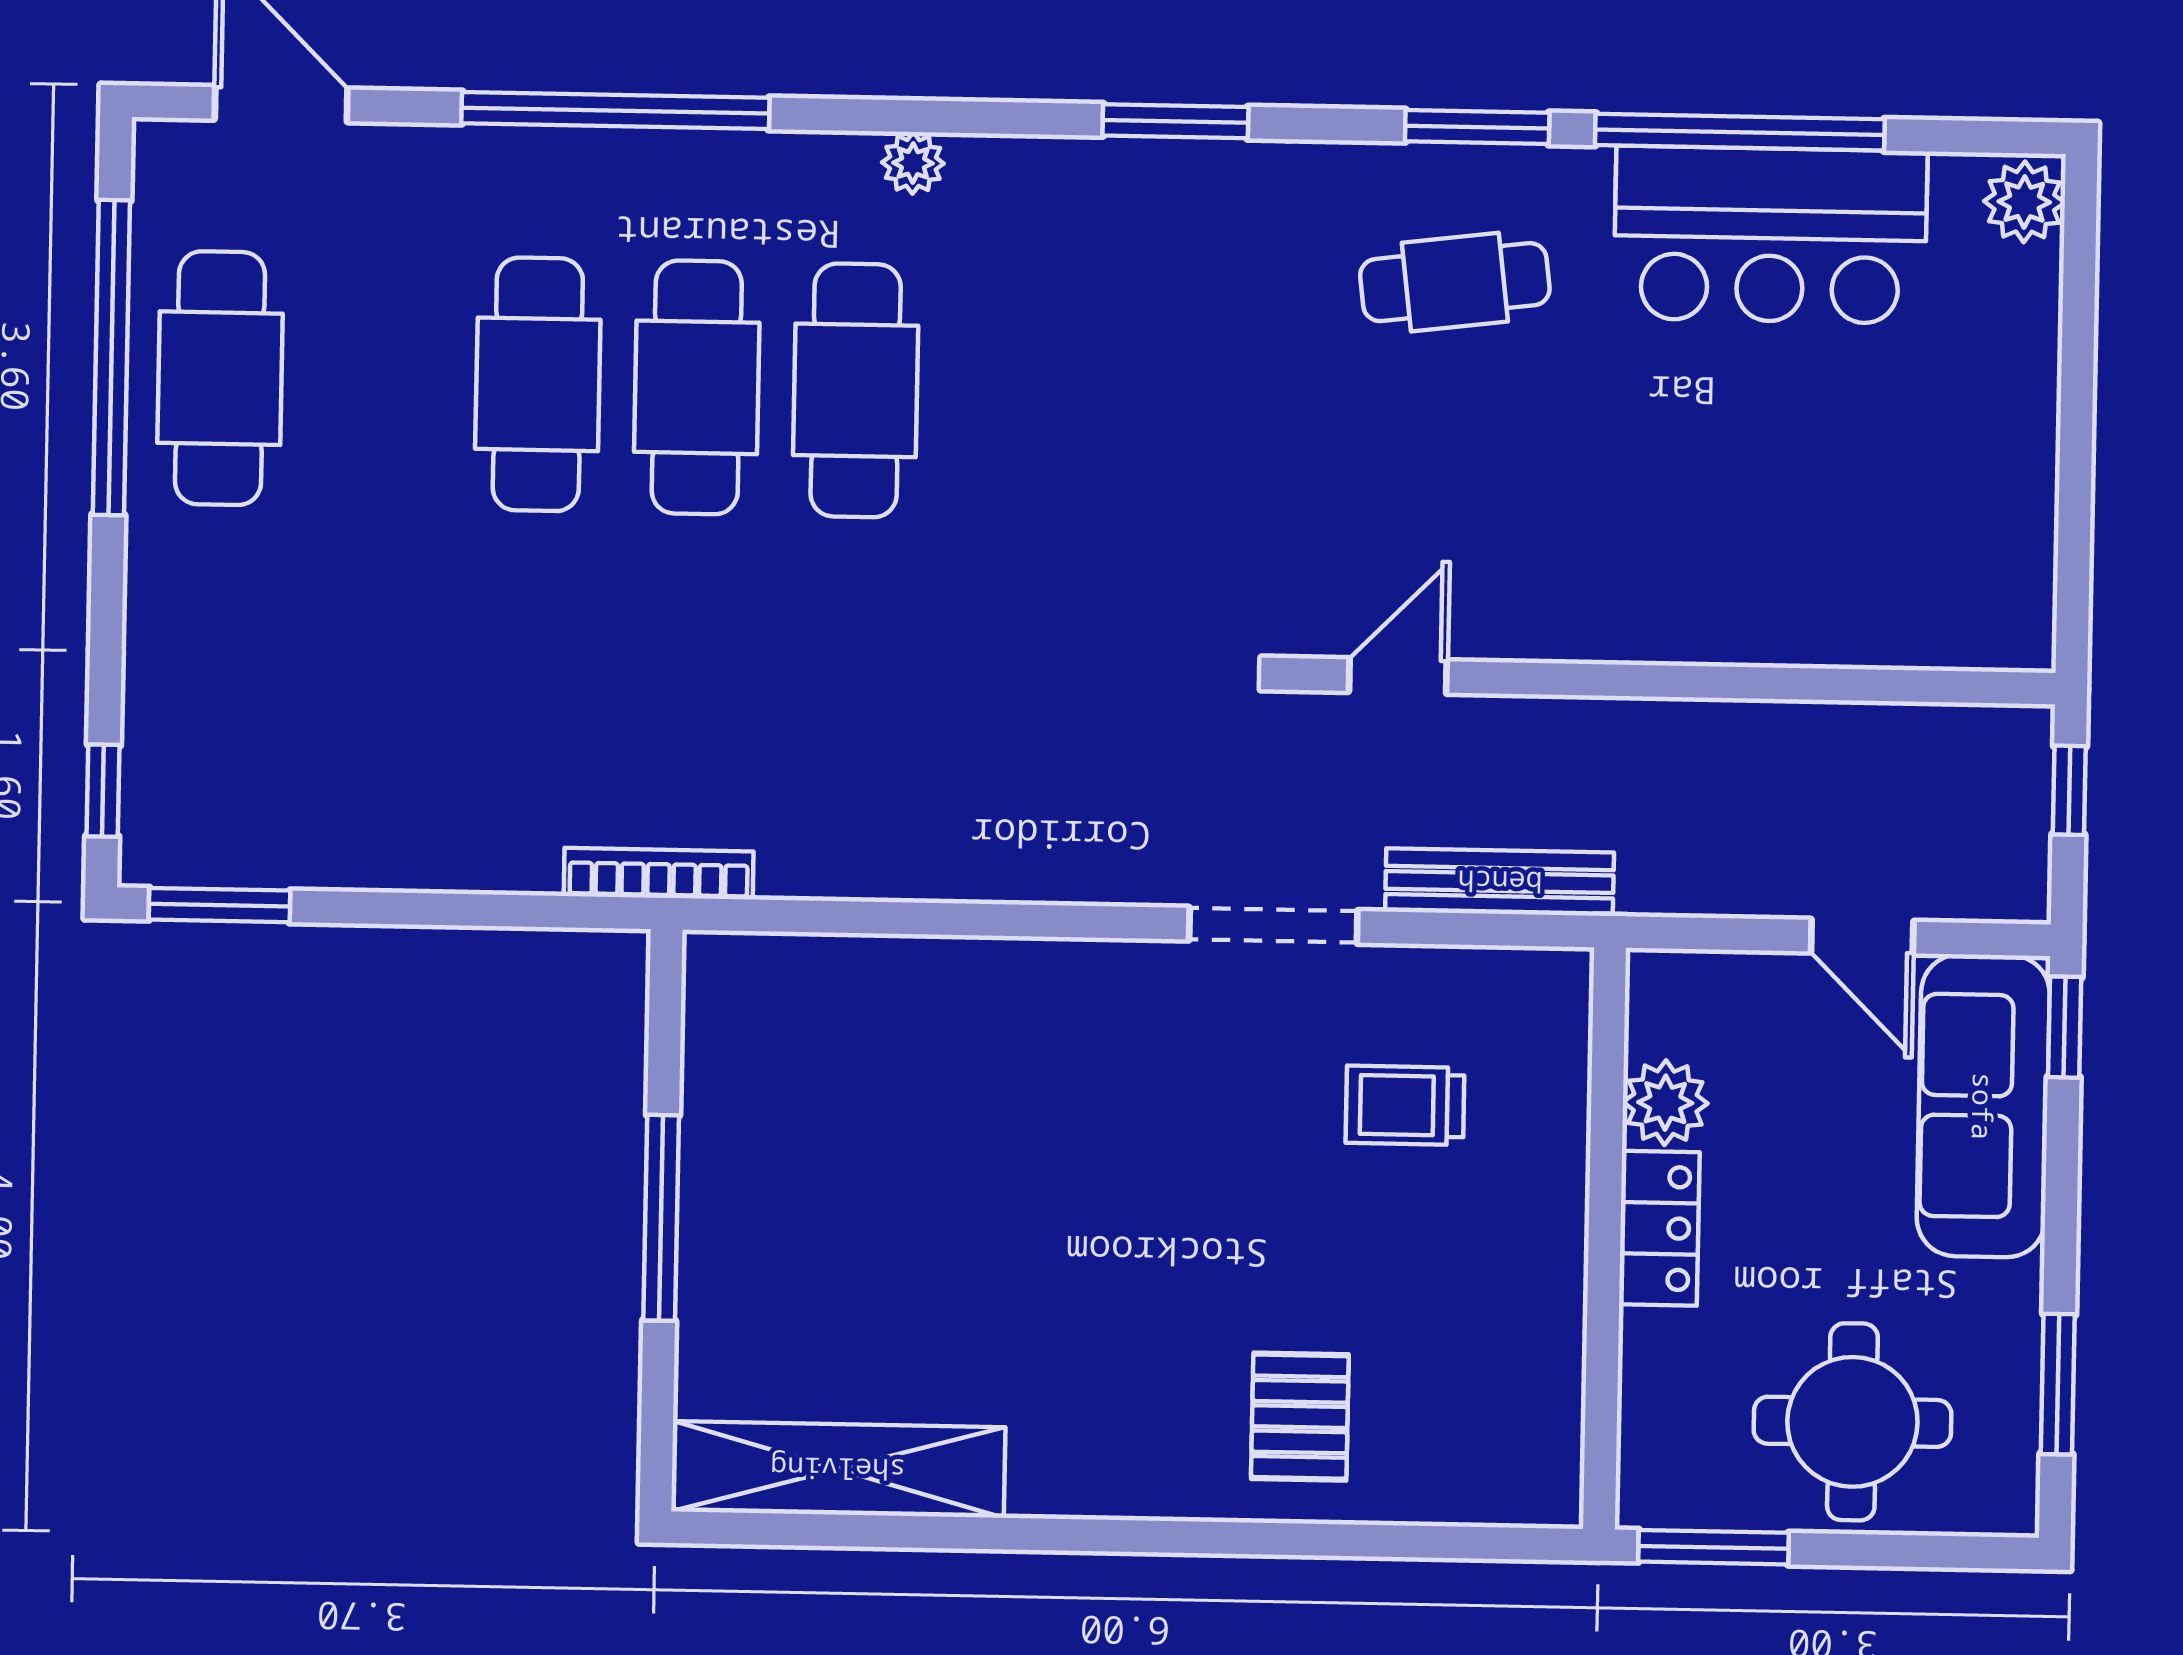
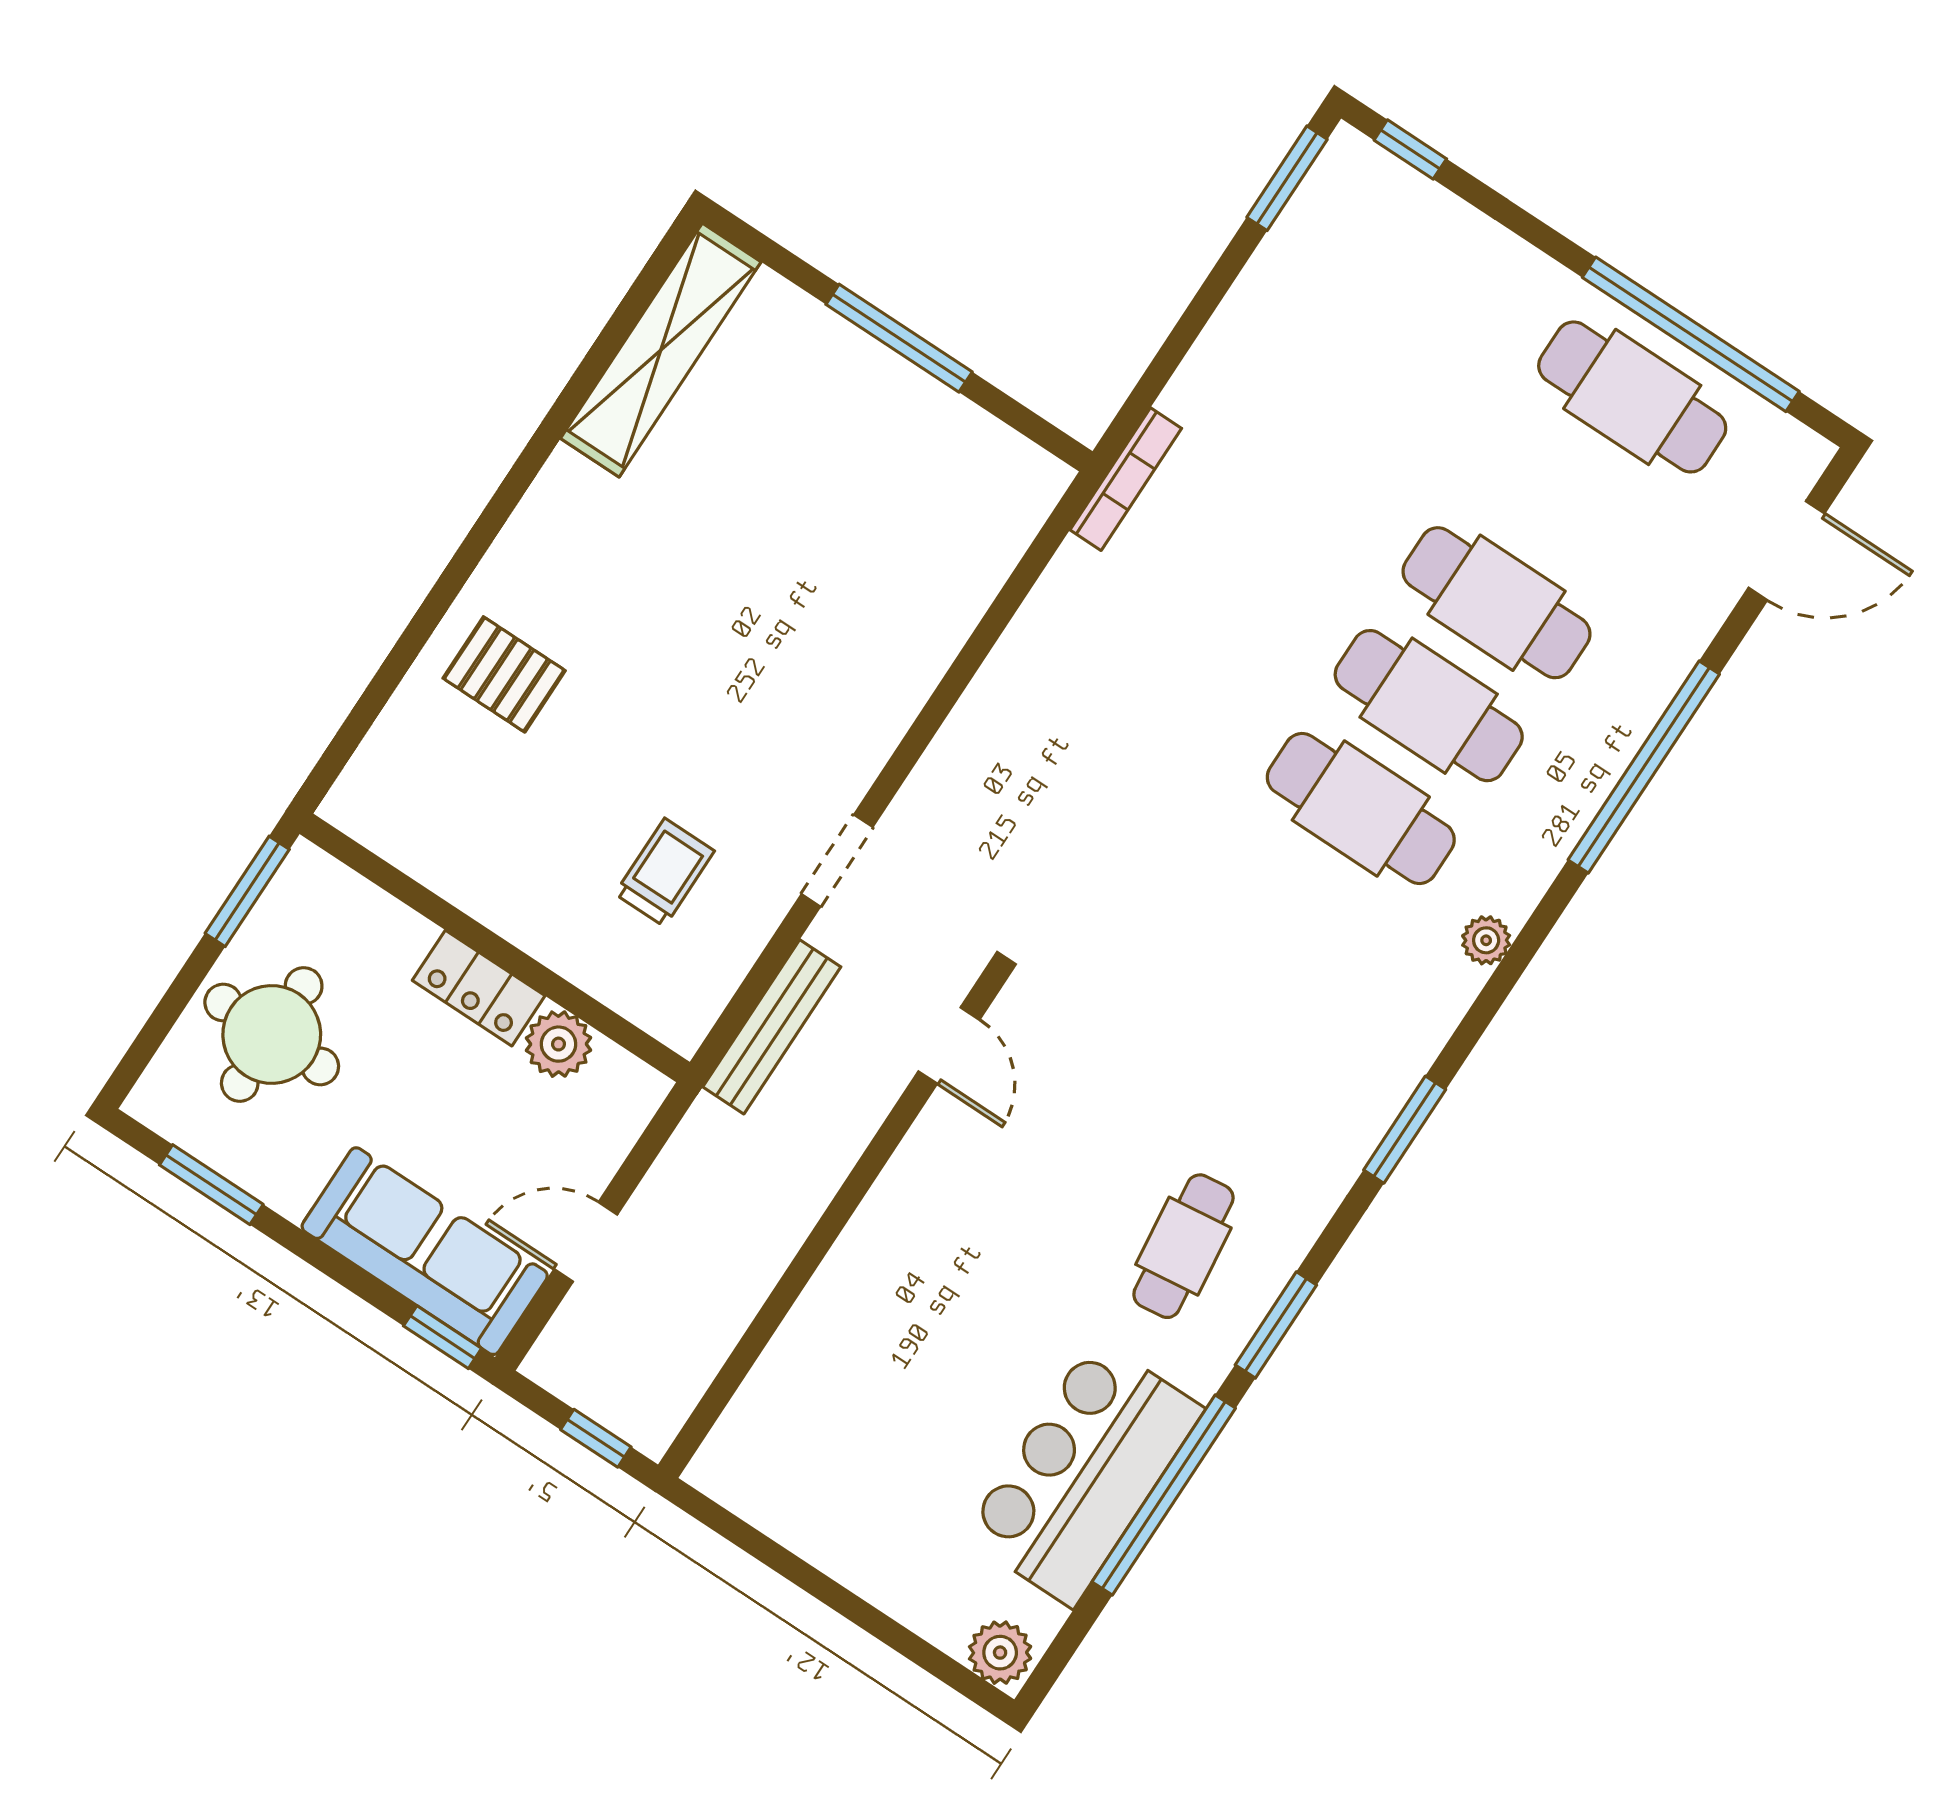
doorway: (1273, 925) -> (837, 861), width x0.73

